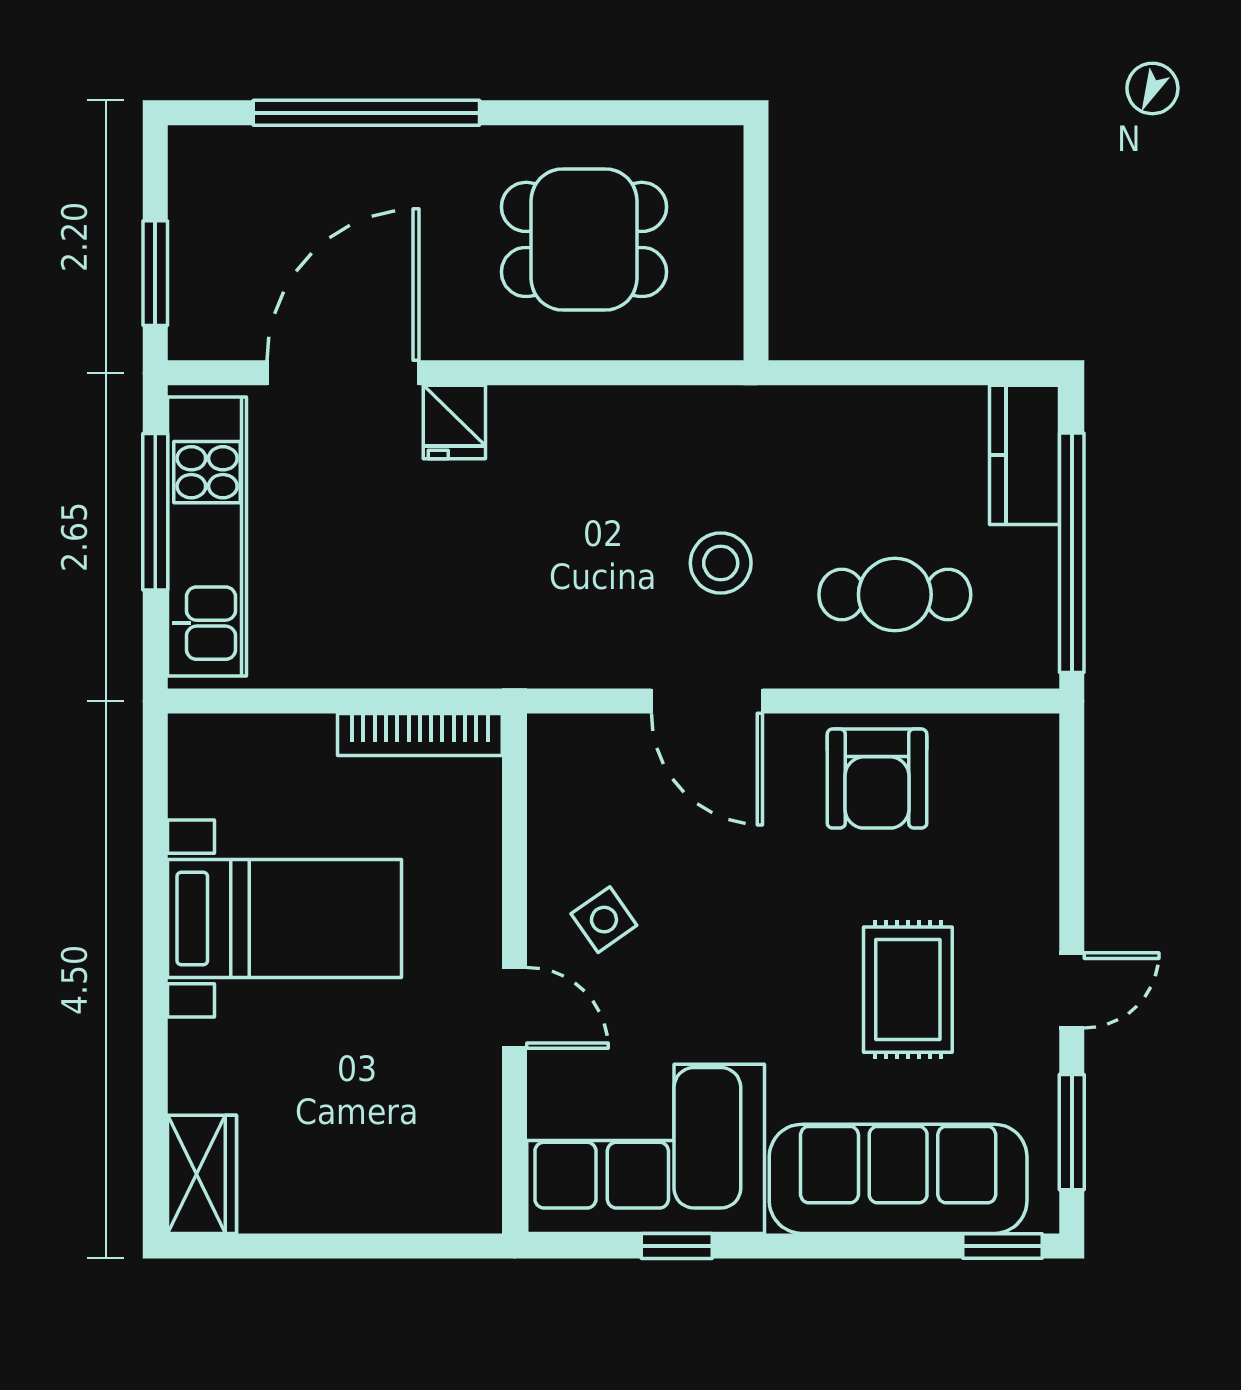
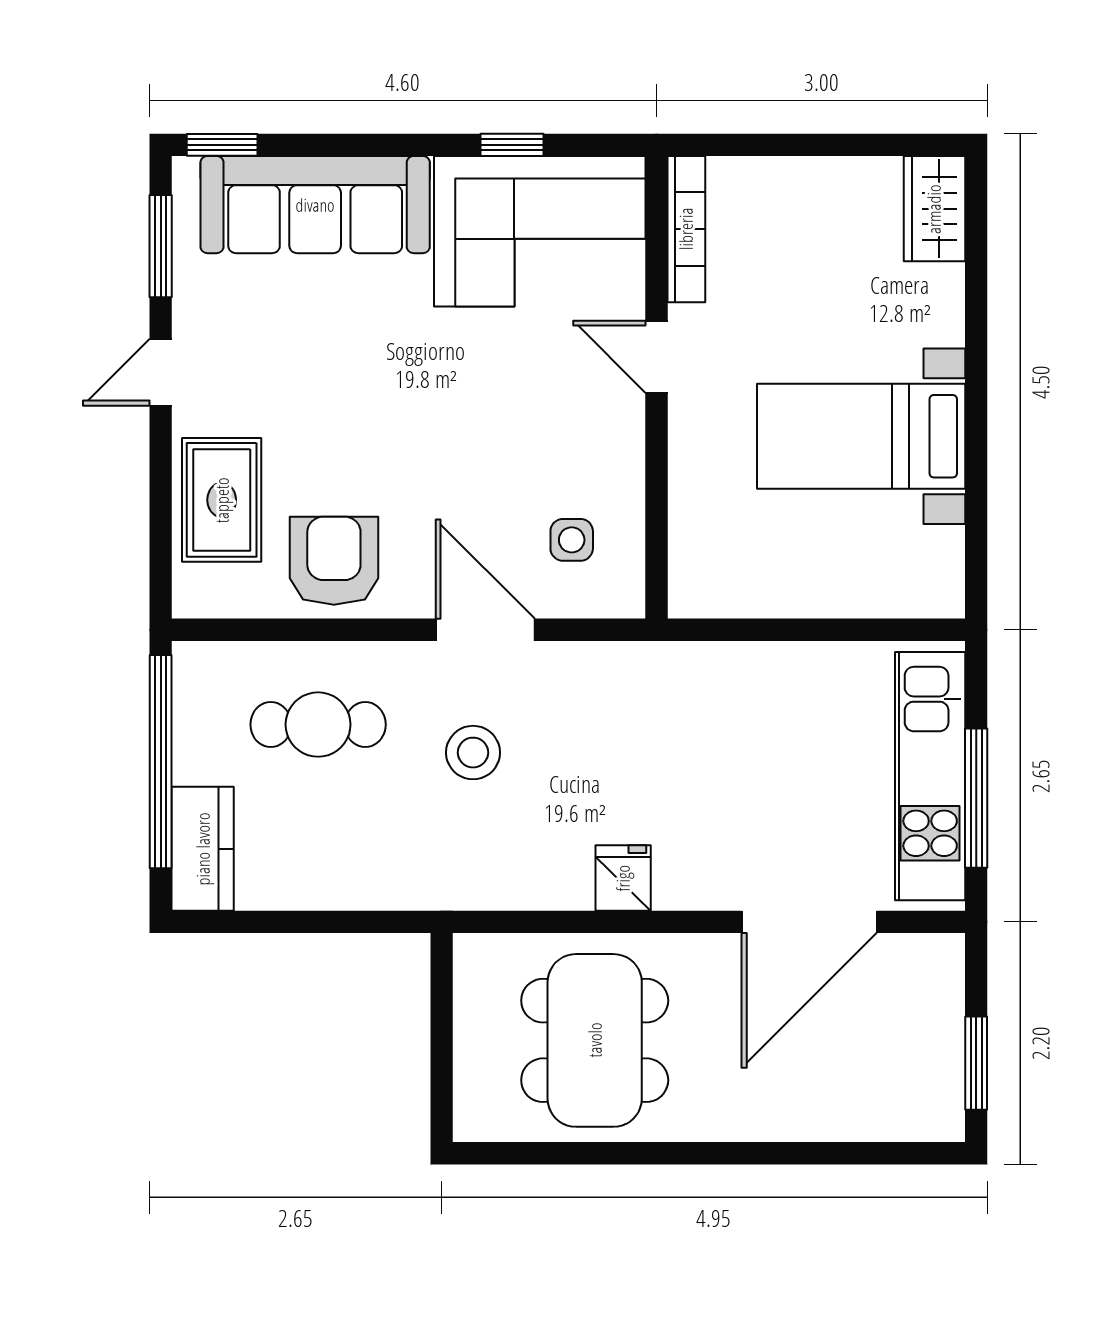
window: (366, 113) -> (788, 1153), removed
dining table: (584, 239) -> (595, 1040), width x1.38
window: (155, 273) -> (976, 1063), moved
fridge: (454, 422) -> (623, 878), moved
bookcase: (420, 734) -> (686, 229), moved, turned 90
side table: (604, 920) -> (572, 540), moved, turned 35
rug: (908, 990) -> (222, 500), moved

